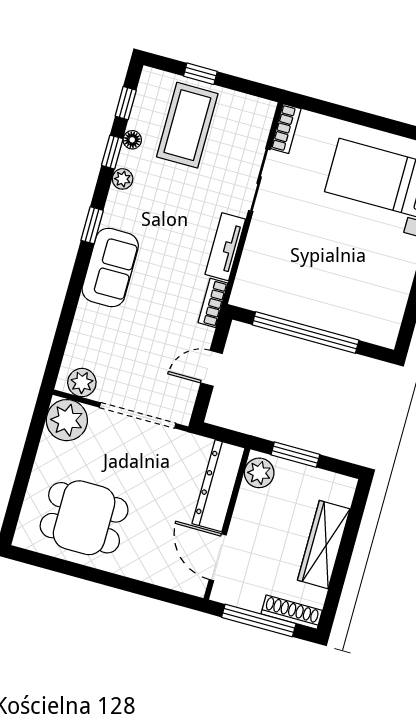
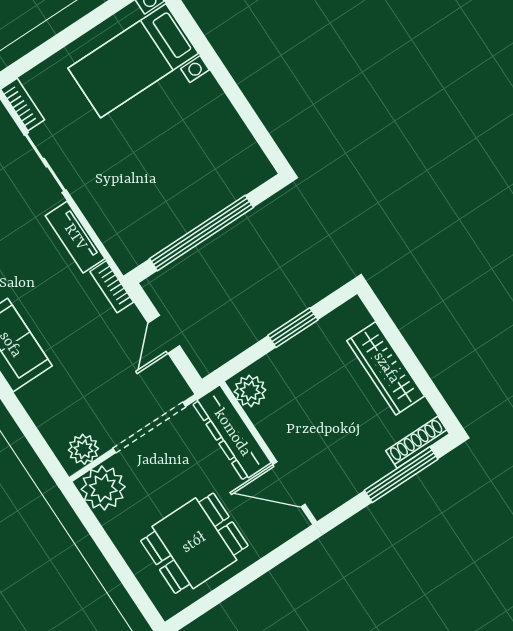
plant: (259, 473) -> (250, 391), moved
dresser: (218, 486) -> (232, 433), moved
wall: (227, 524) -> (268, 453), moved
door: (218, 557) -> (289, 484), moved

